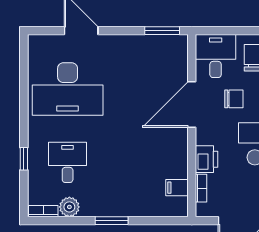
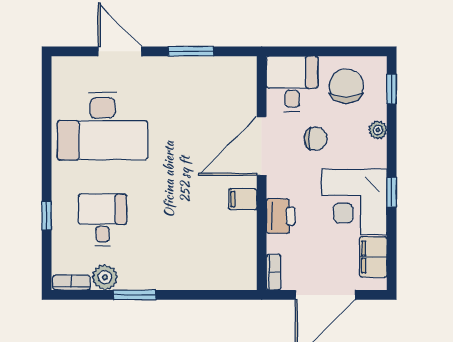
window: (162, 31) -> (191, 51), moved
filing cabinet: (177, 188) -> (243, 199), moved
bookcase: (201, 188) -> (274, 272), moved
window: (112, 221) -> (135, 295), moved

